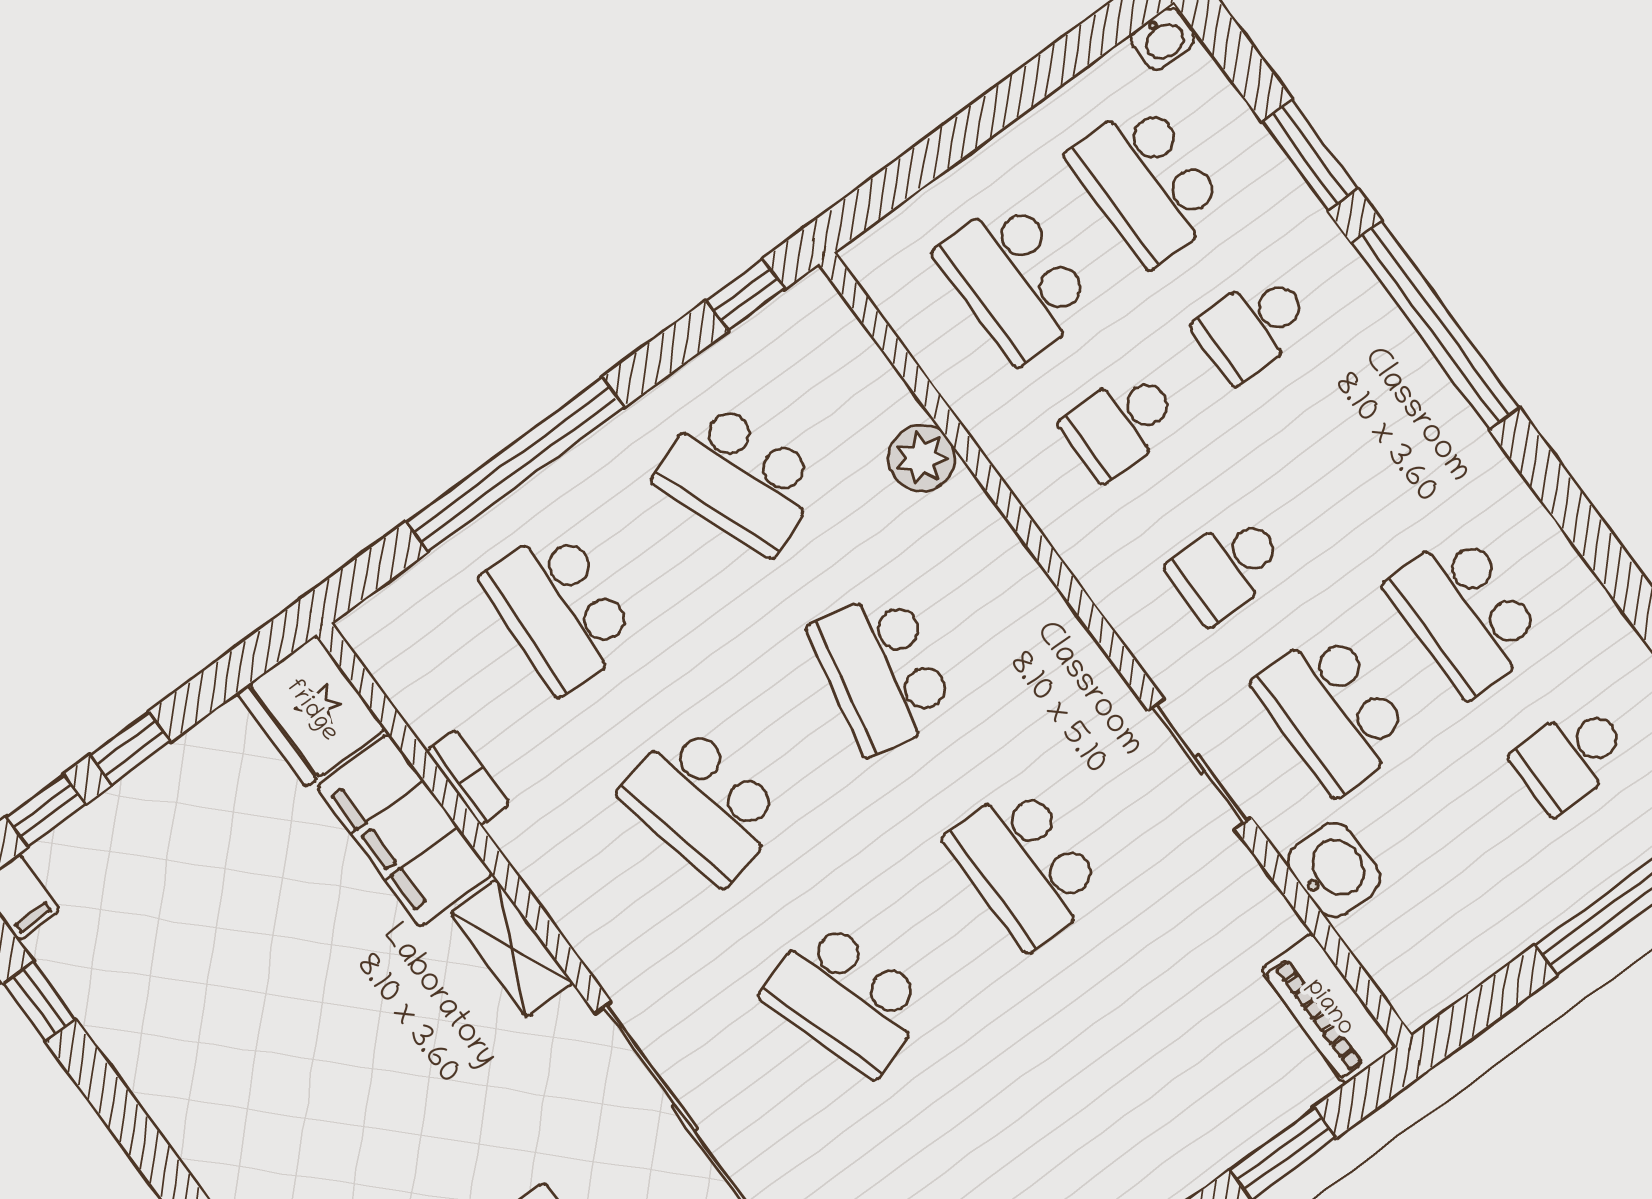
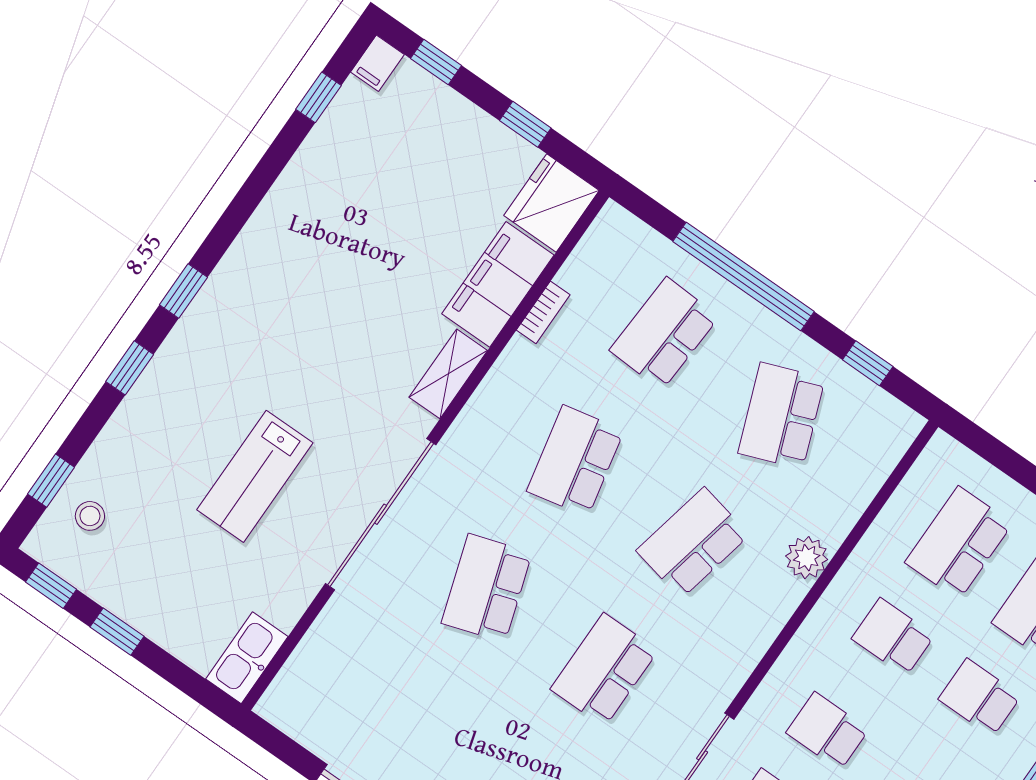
window: (746, 295) -> (868, 363), moved
plant: (921, 458) -> (807, 558), moved
window: (131, 748) -> (525, 124), moved

